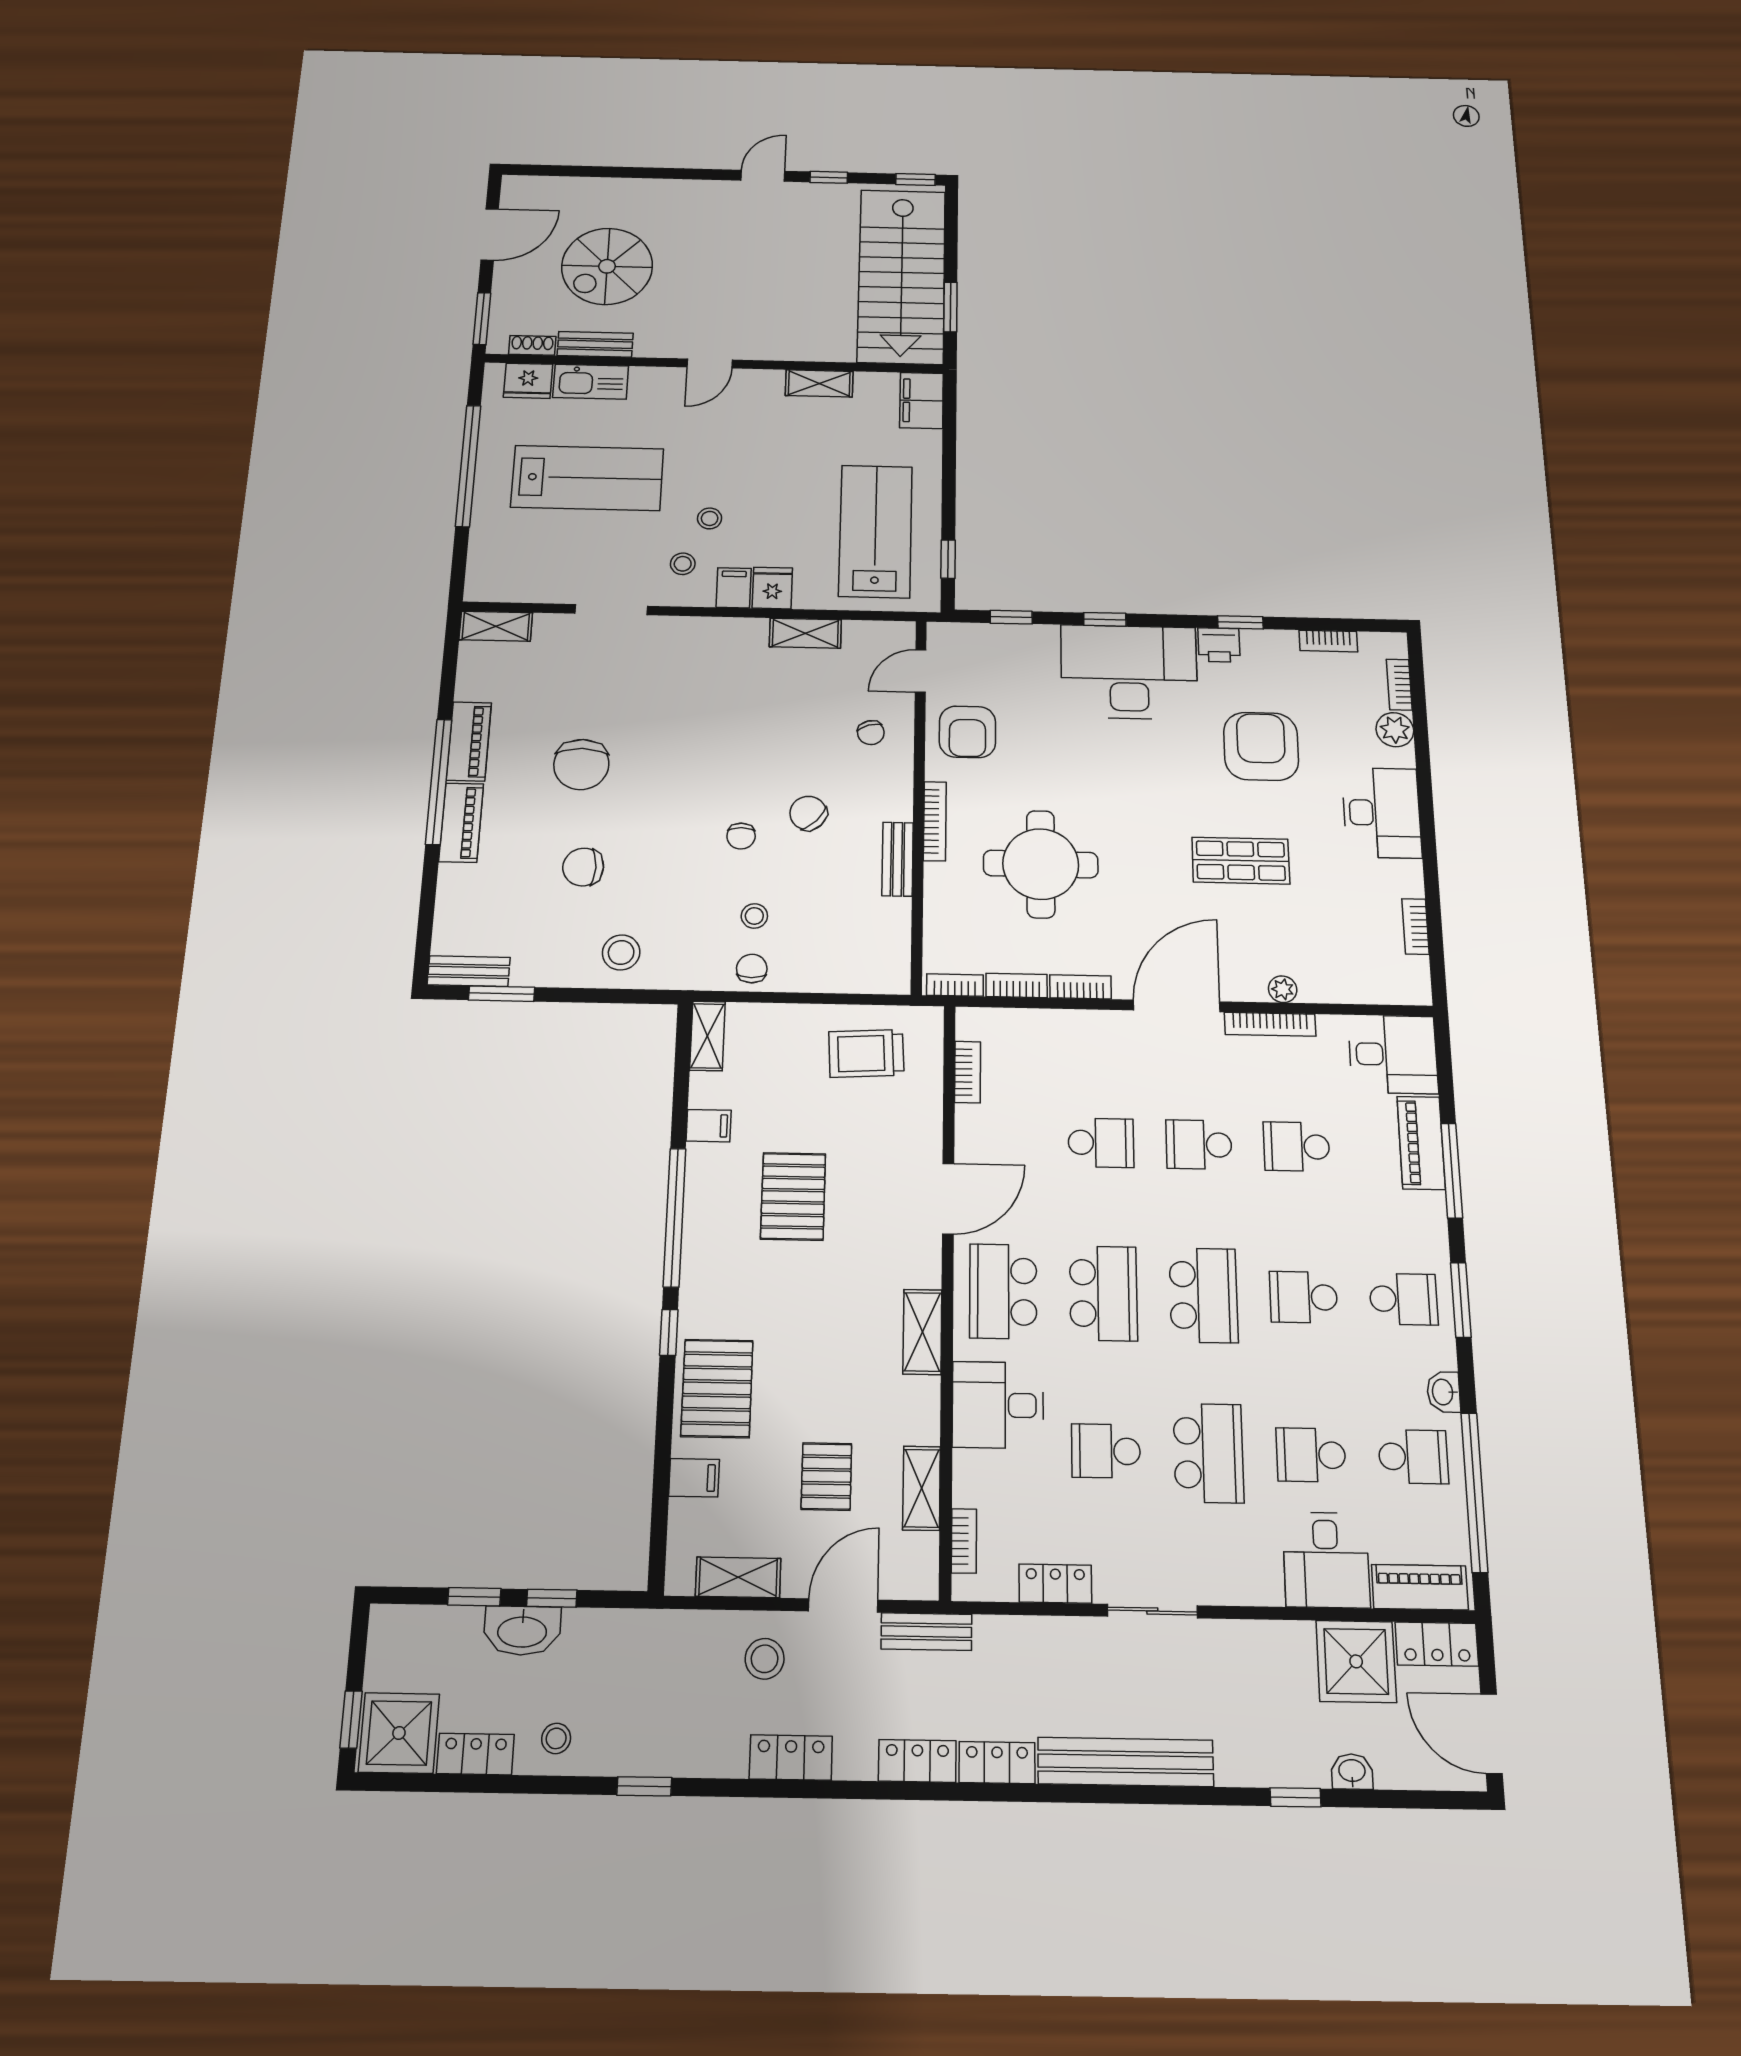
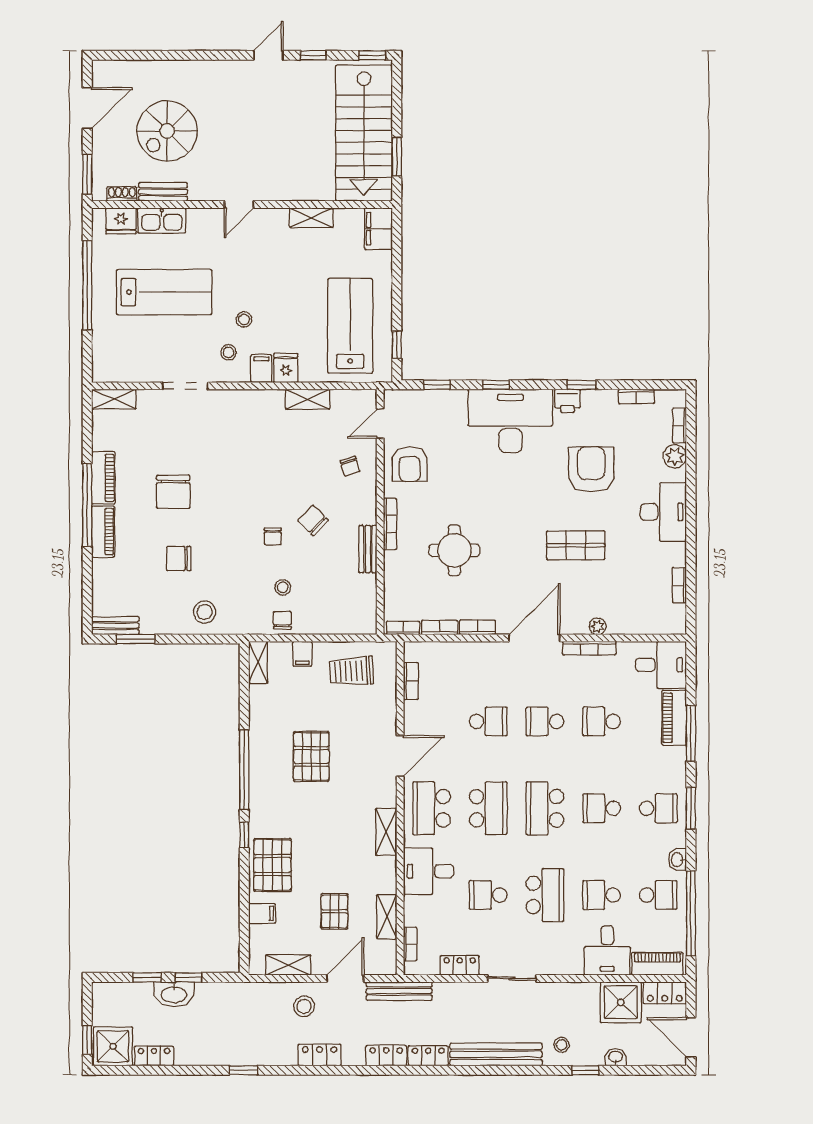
round table: (1041, 864) -> (454, 550), width x0.73, depth x0.73
filing cabinet: (709, 1126) -> (302, 654), moved, turned 90
school desk: (1204, 1295) -> (545, 808), turned 180
bench: (926, 1632) -> (399, 991), width x1.36
stool: (556, 1738) -> (562, 1045), moved

